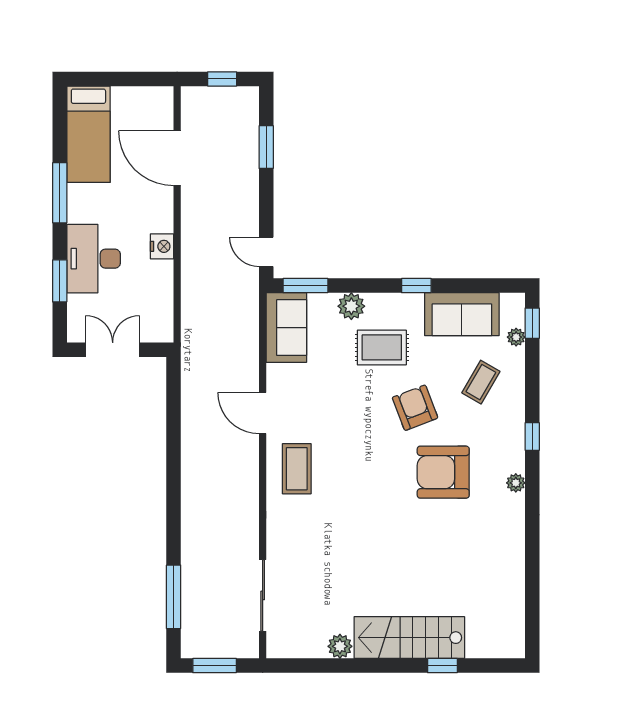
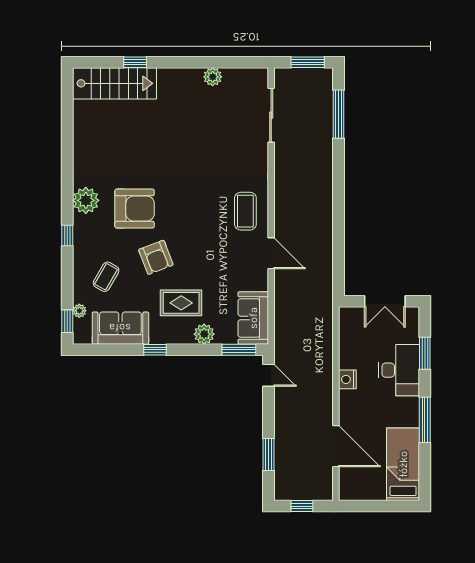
plant: (516, 483) -> (86, 200), width x1.87, depth x1.87
stairs: (409, 638) -> (114, 83), moved

